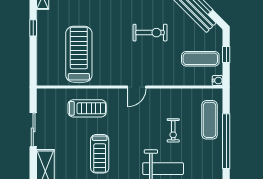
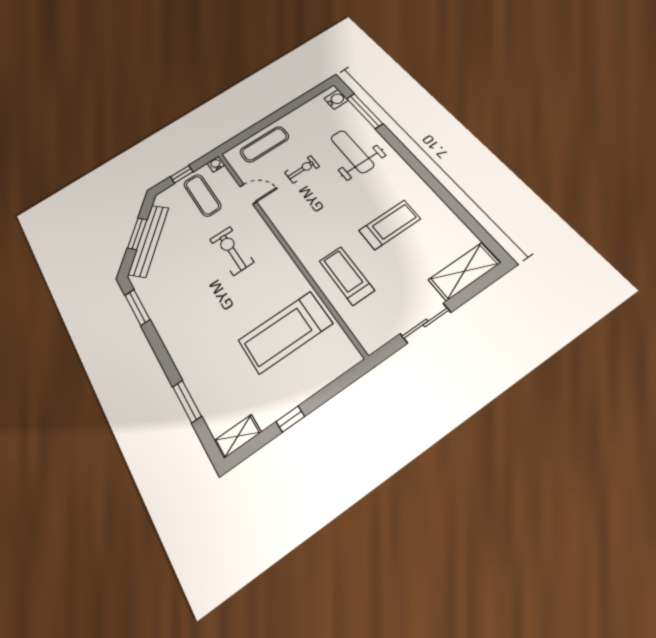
exercise bike: (150, 33) -> (232, 251), moved
door: (137, 87) -> (248, 194), moved
window: (226, 141) -> (276, 116), removed

